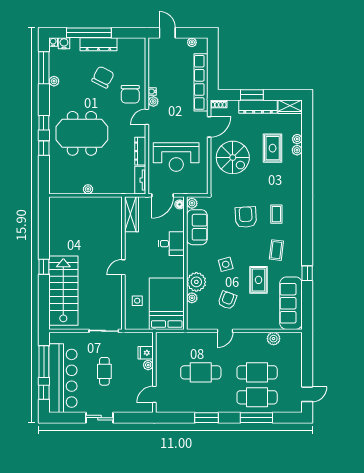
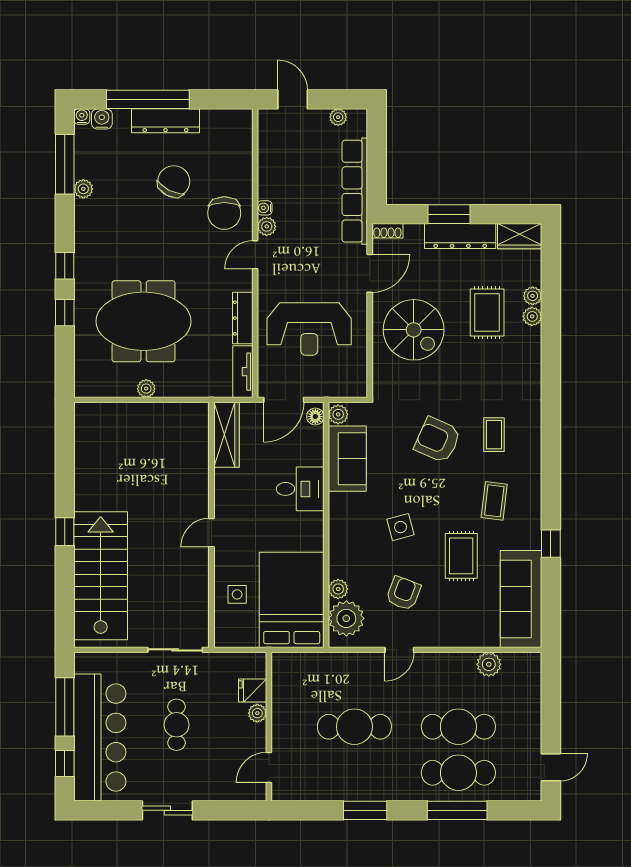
meeting table: (82, 133) -> (144, 321), moved
armchair: (246, 217) -> (438, 440), turned -63
plant: (196, 282) -> (346, 618), moved

